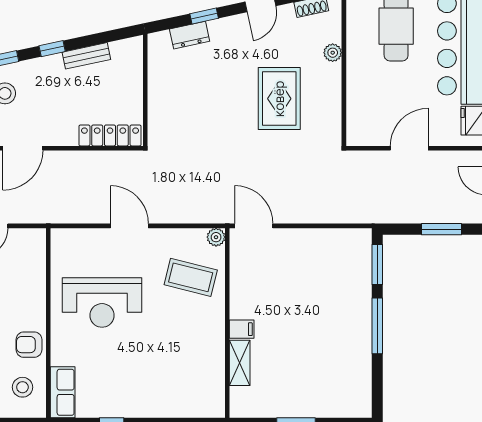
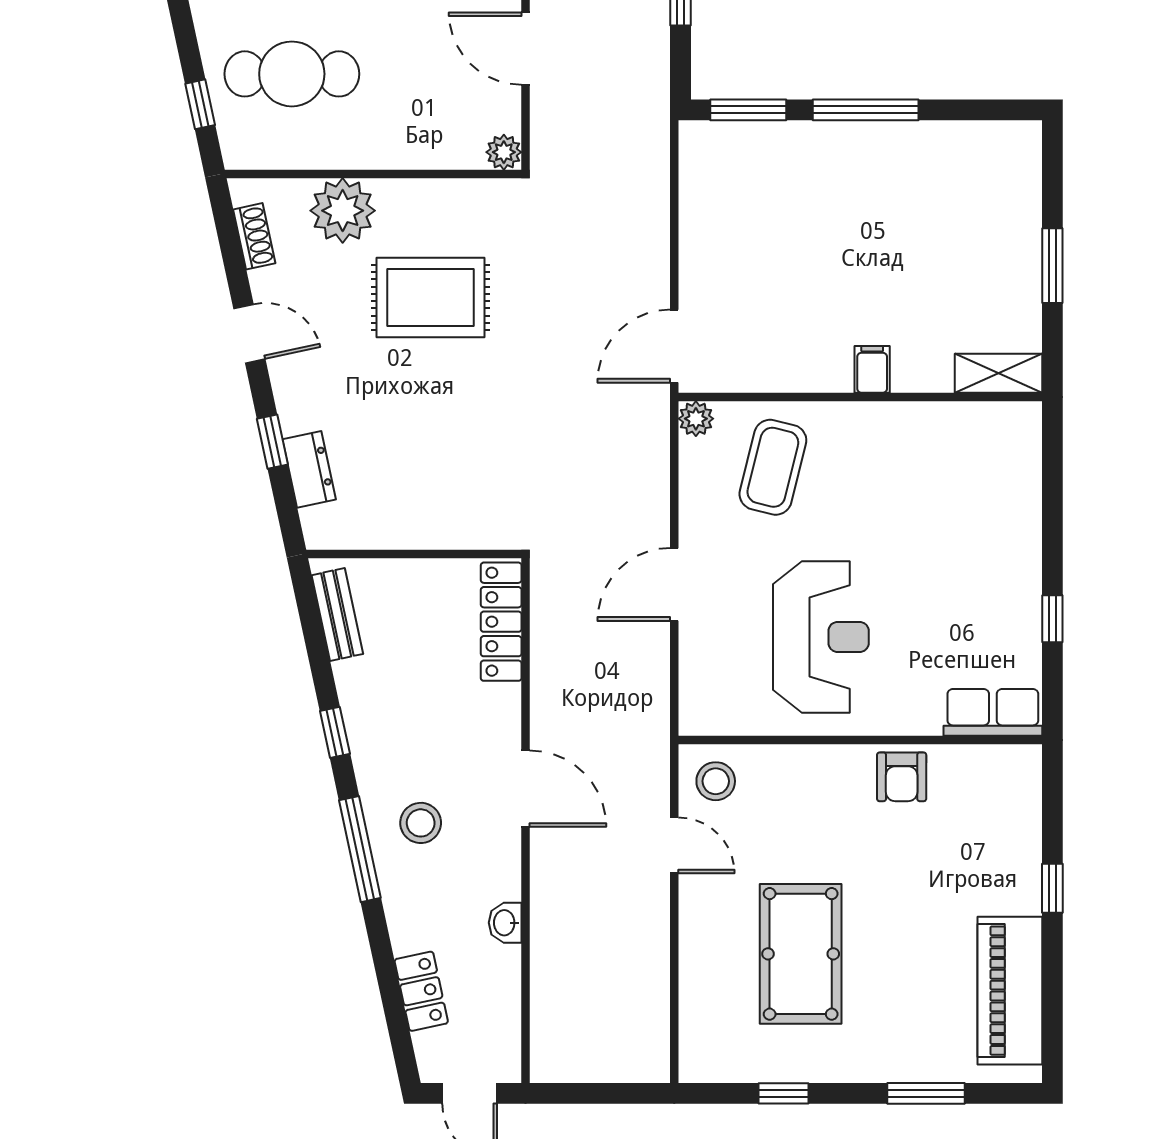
plant: (333, 53) -> (343, 211), width x1.88, depth x1.88
bench: (86, 56) -> (337, 615), moved
plant: (355, 137) -> (504, 152), added
shelving: (240, 363) -> (999, 373), moved
stool: (22, 387) -> (716, 781), moved

